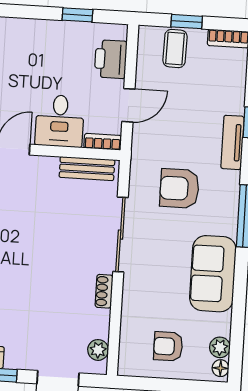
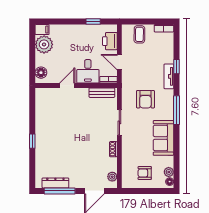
window: (187, 22) -> (144, 22), removed
door: (128, 105) -> (119, 62), swing flipped
armchair: (179, 188) -> (145, 99), turned -90
sliding door: (120, 235) -> (119, 122), width x0.73

